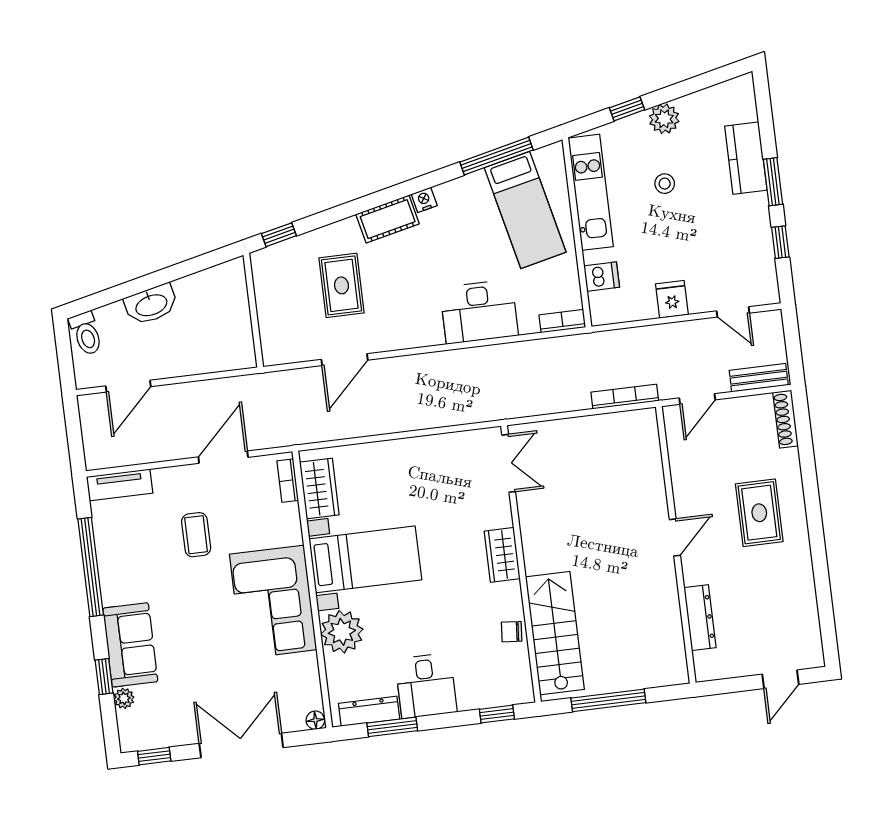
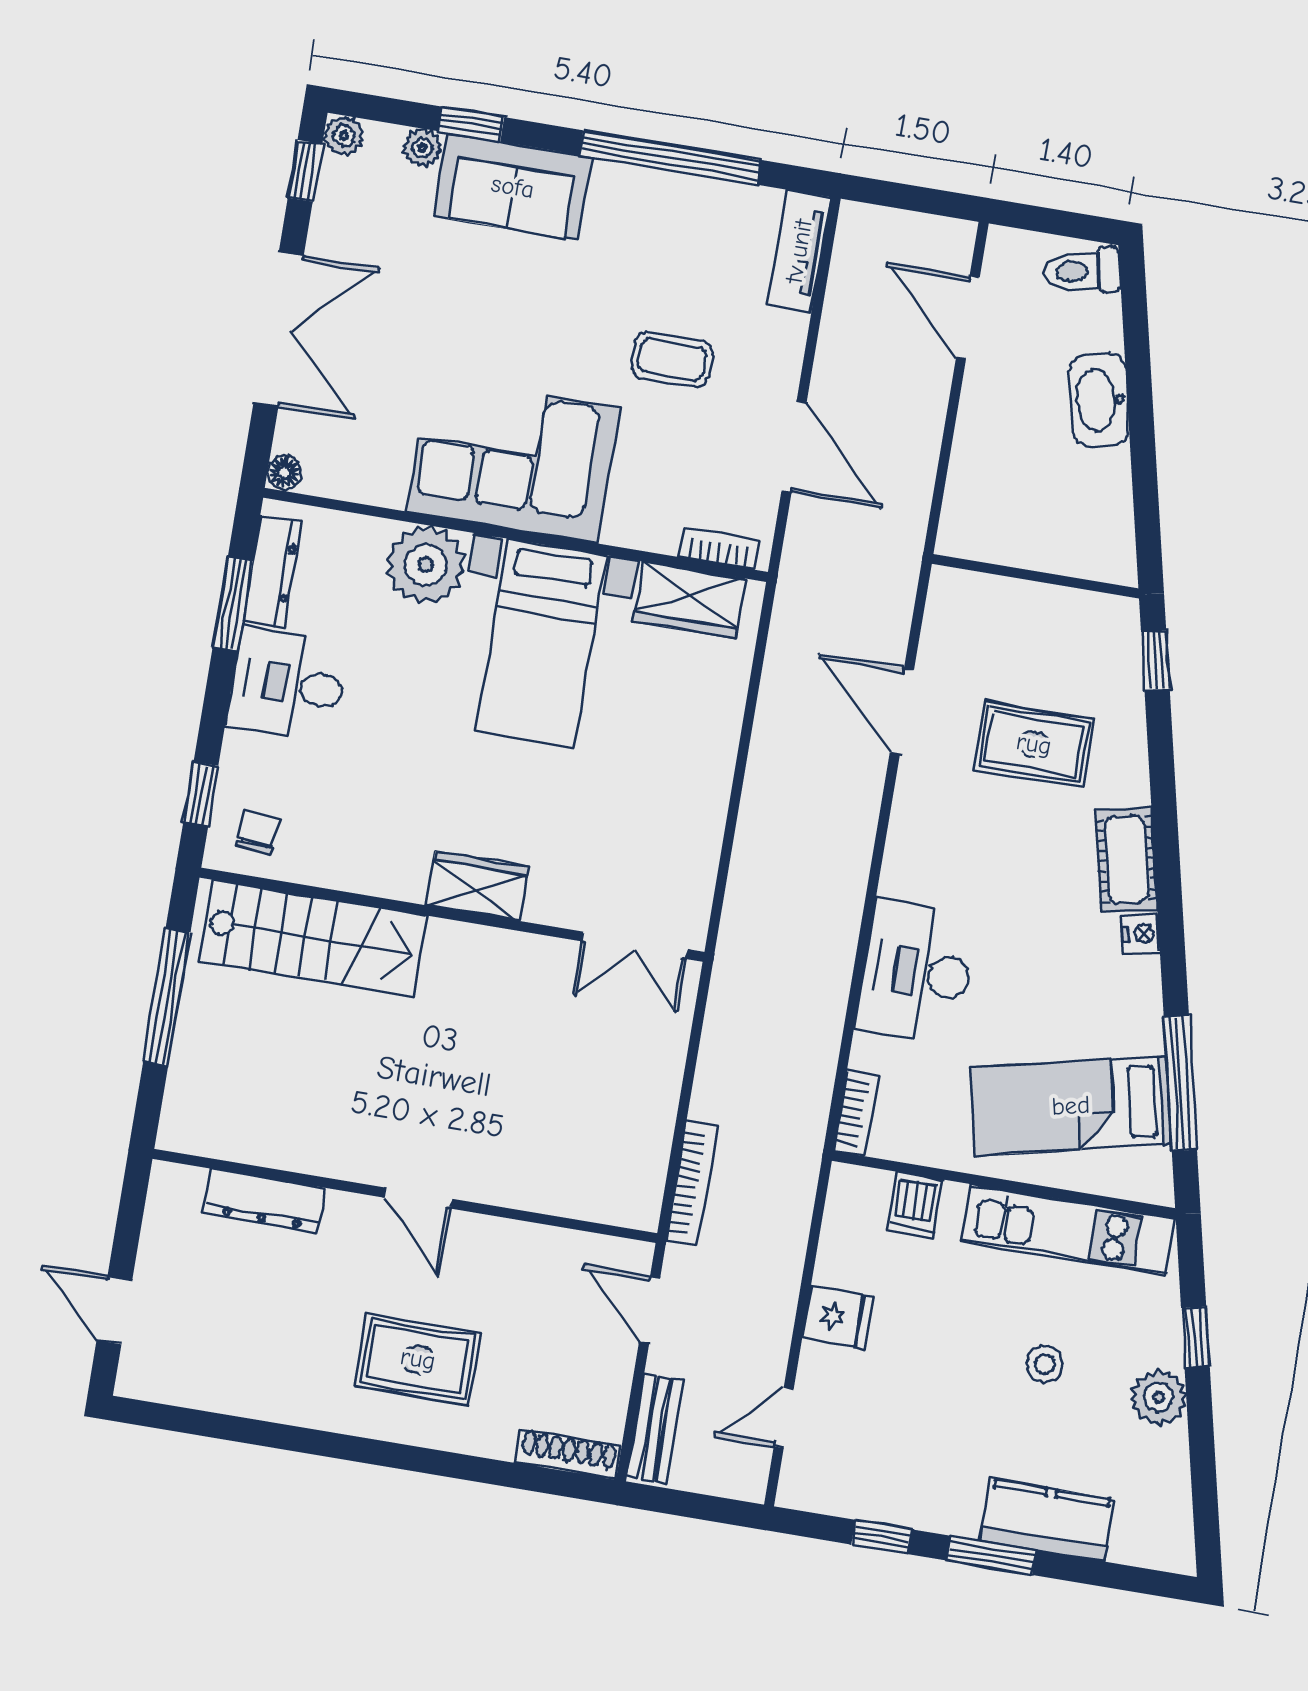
chair: (512, 632) -> (257, 833), moved
plant: (130, 741) -> (344, 136), added

